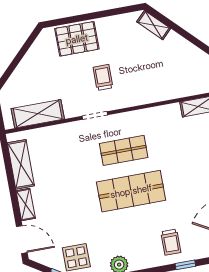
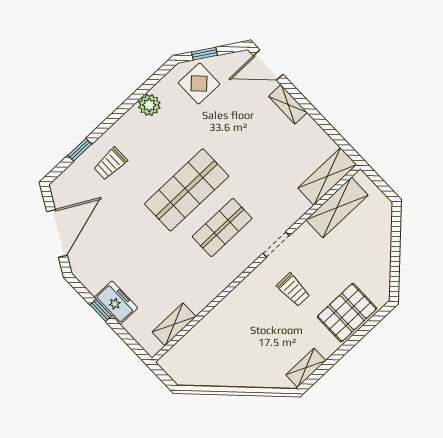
shelving: (154, 25) -> (306, 368), moved, turned -45
shelving: (21, 164) -> (327, 176), moved, turned 90
trolley: (171, 242) -> (110, 164), turned -90

